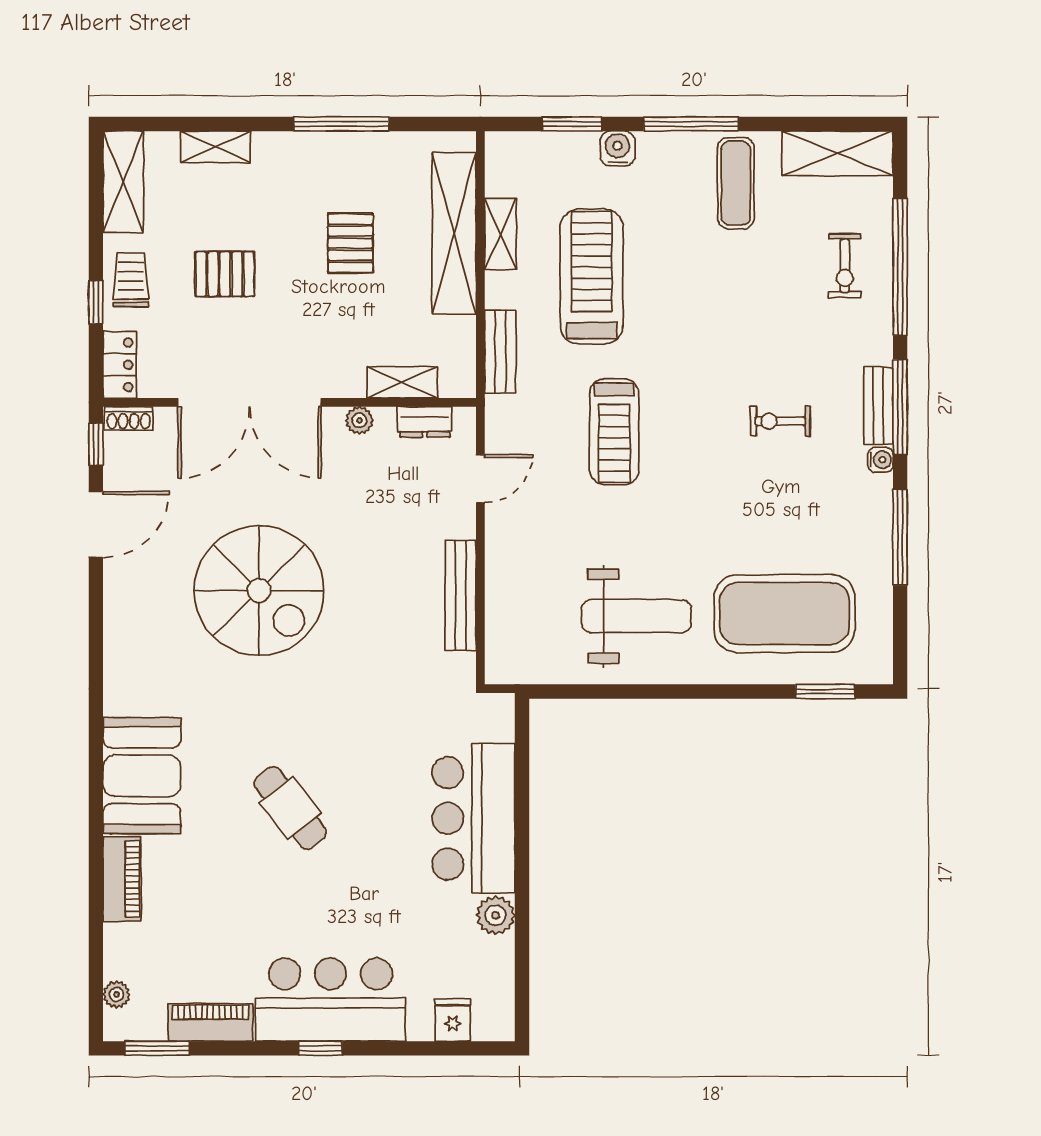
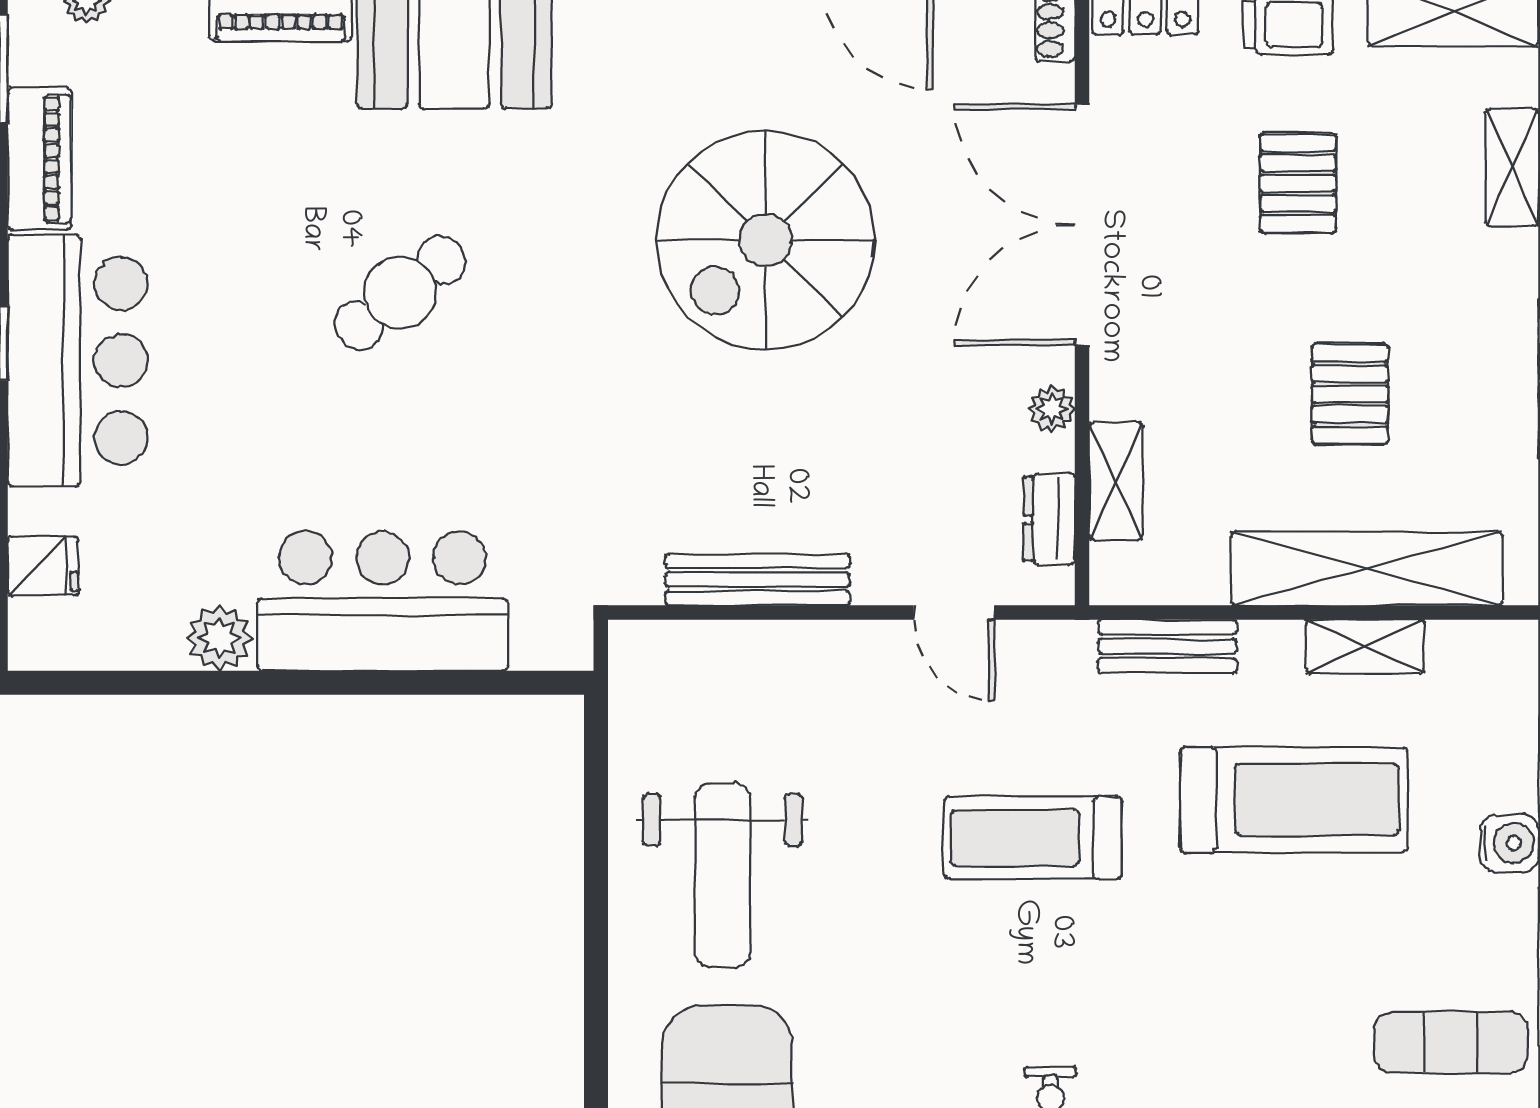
pallet: (350, 243) -> (1350, 394), turned 90

